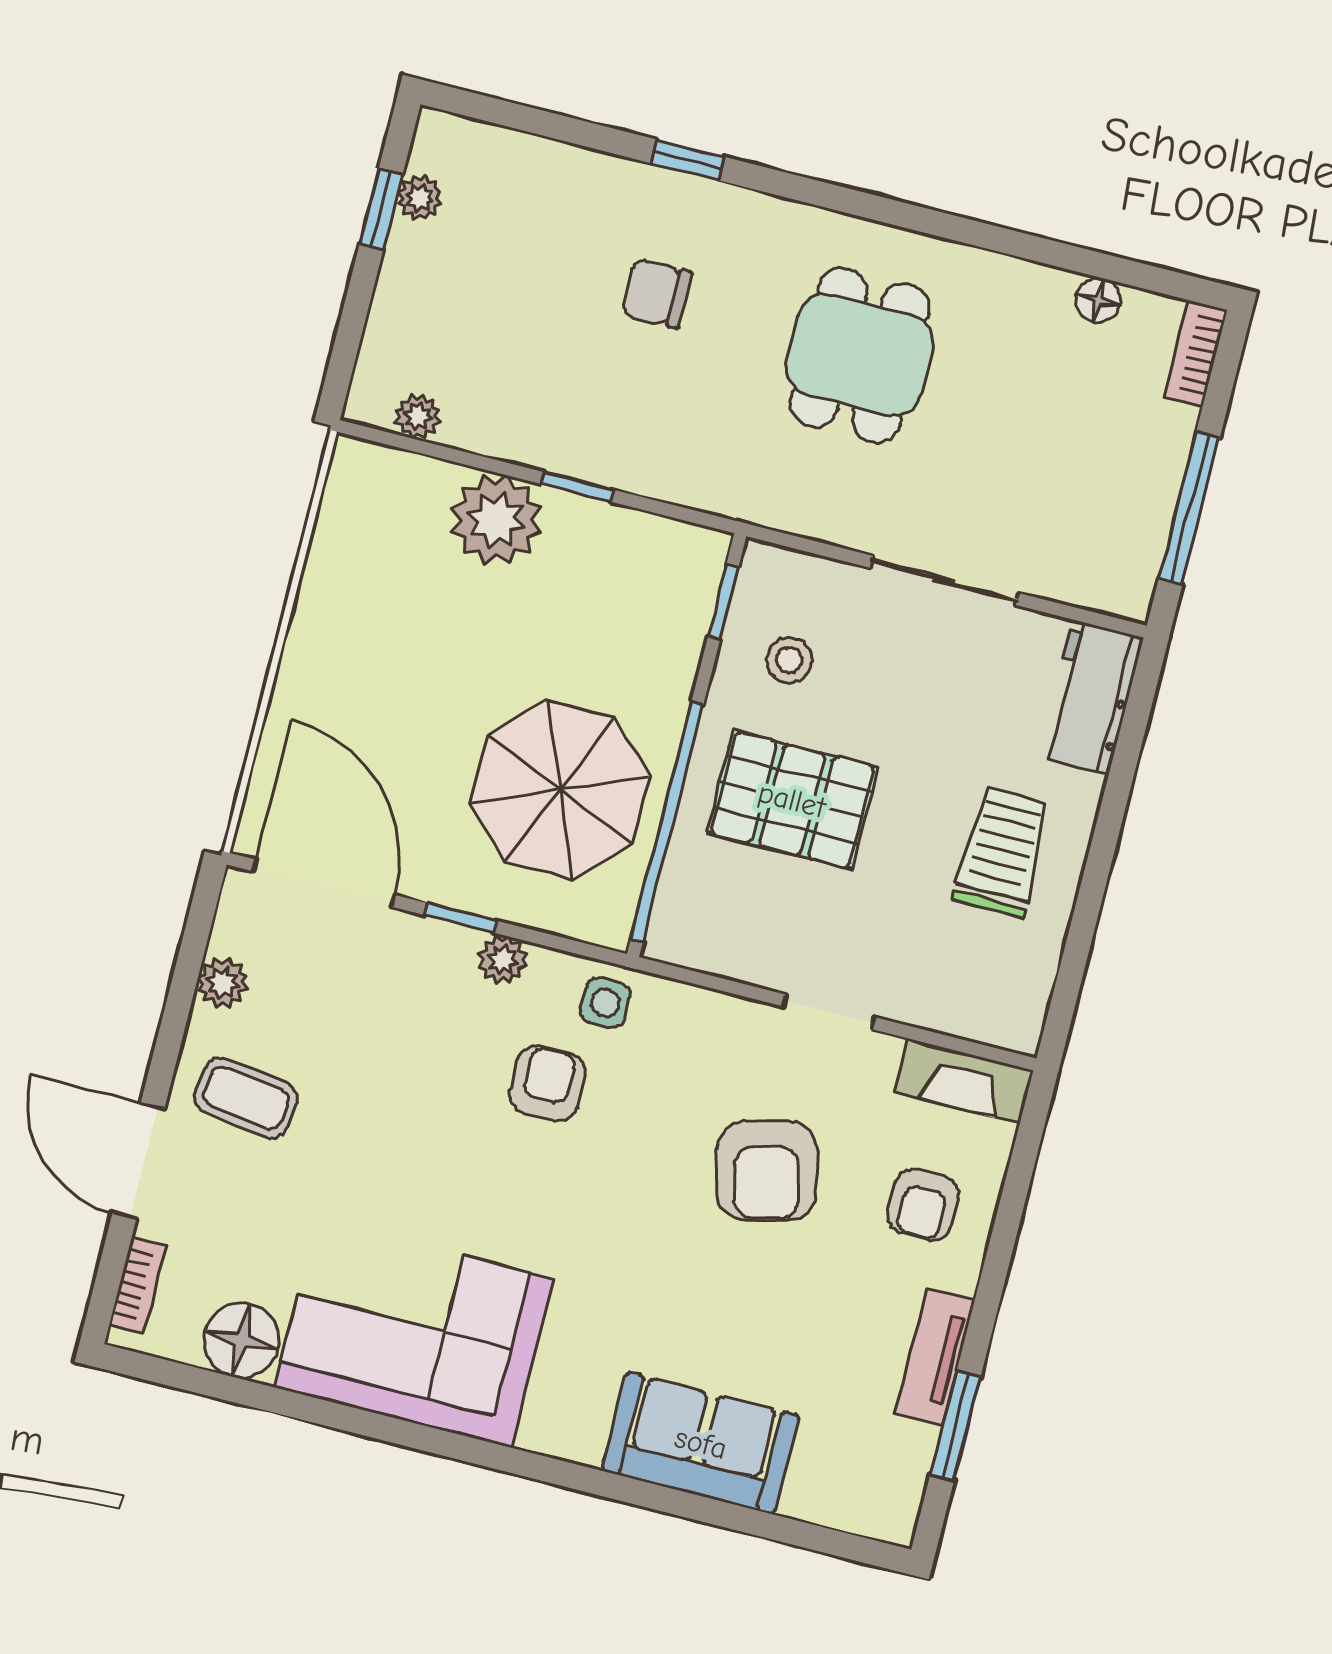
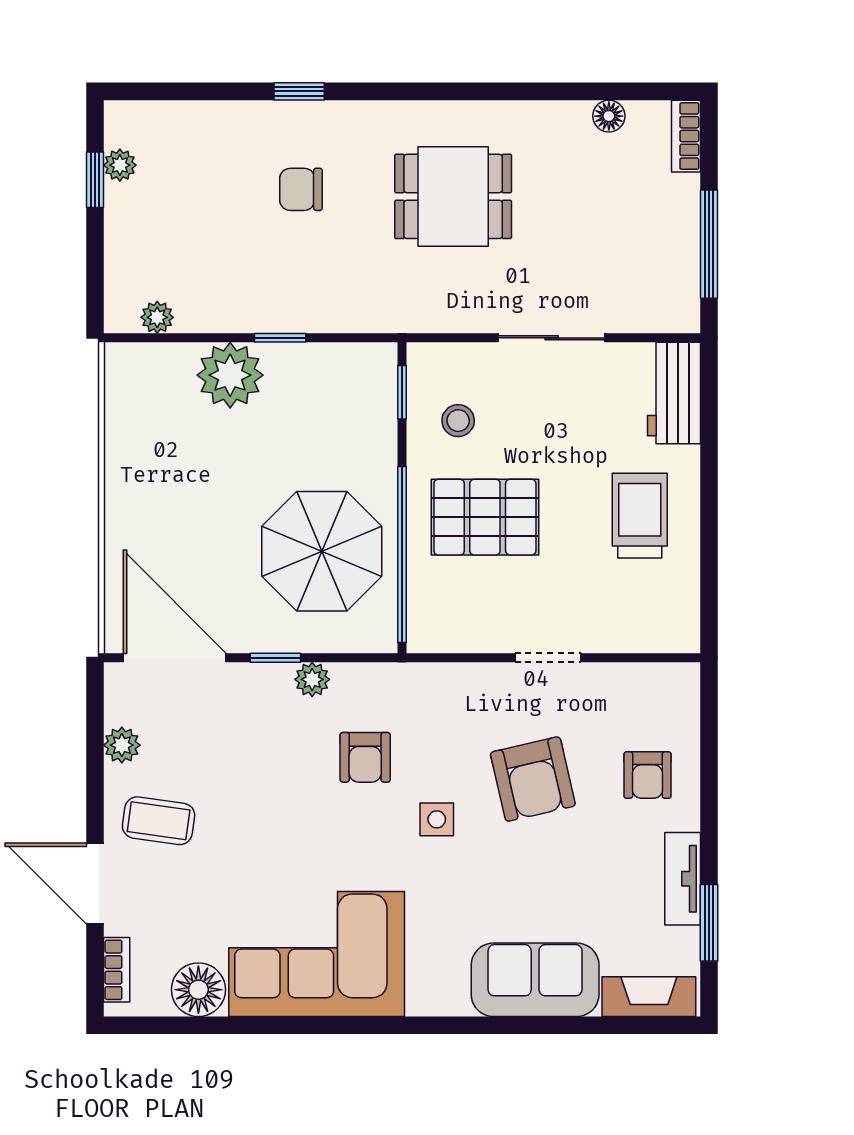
dining table: (860, 355) -> (453, 196), turned 90
side table: (605, 1003) -> (437, 819), moved
fireplace: (964, 1081) -> (649, 997), moved, turned 180
armchair: (547, 1083) -> (365, 757), turned 180

